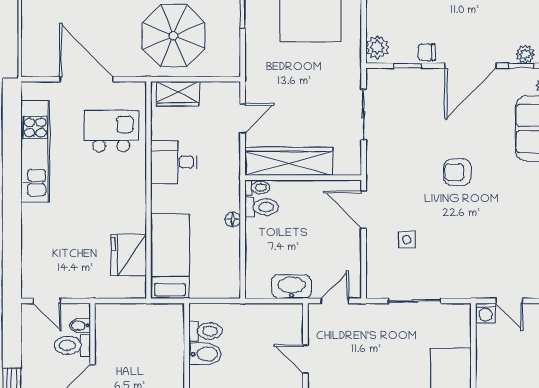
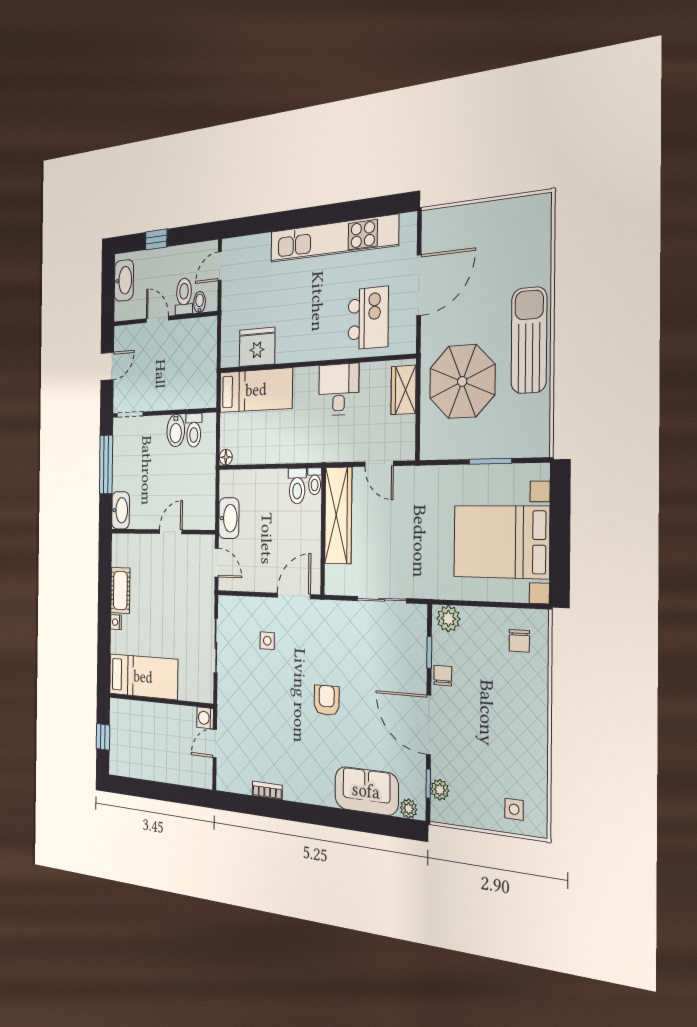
kitchen unit: (35, 151) -> (333, 239), width x1.36
floor lamp: (233, 219) -> (226, 457), moved

